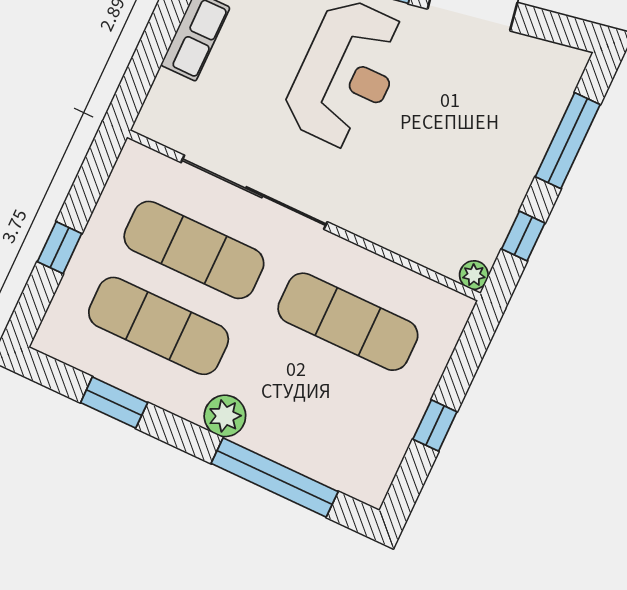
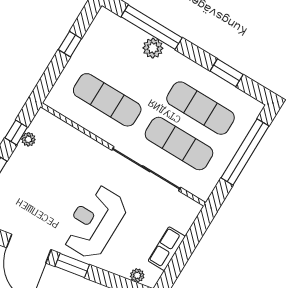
window: (60, 248) -> (245, 152), width x3.17
plant: (474, 275) -> (28, 139), moved
plant: (225, 416) -> (153, 48), moved

